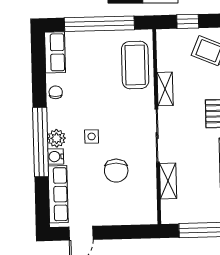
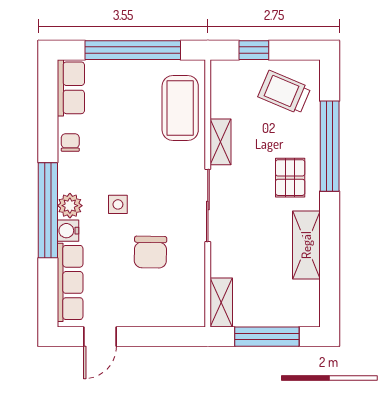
shelving: (168, 181) -> (221, 303), moved

